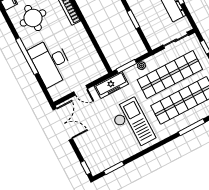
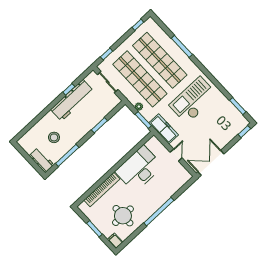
desk: (51, 62) -> (139, 169), moved, turned 180

